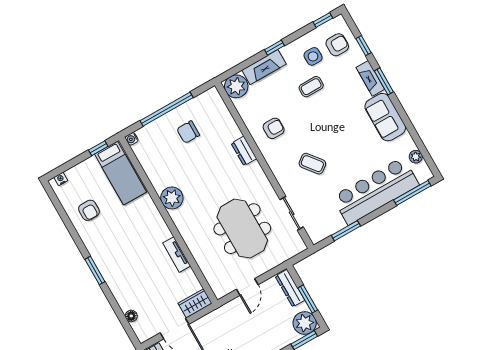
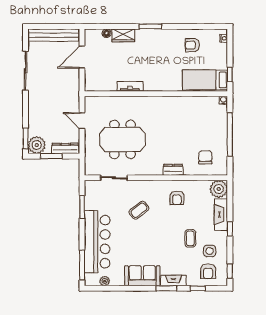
chair: (188, 132) -> (205, 157), moved
plant: (172, 198) -> (169, 104), removed
wardrobe: (195, 303) -> (123, 35), moved, turned 90

